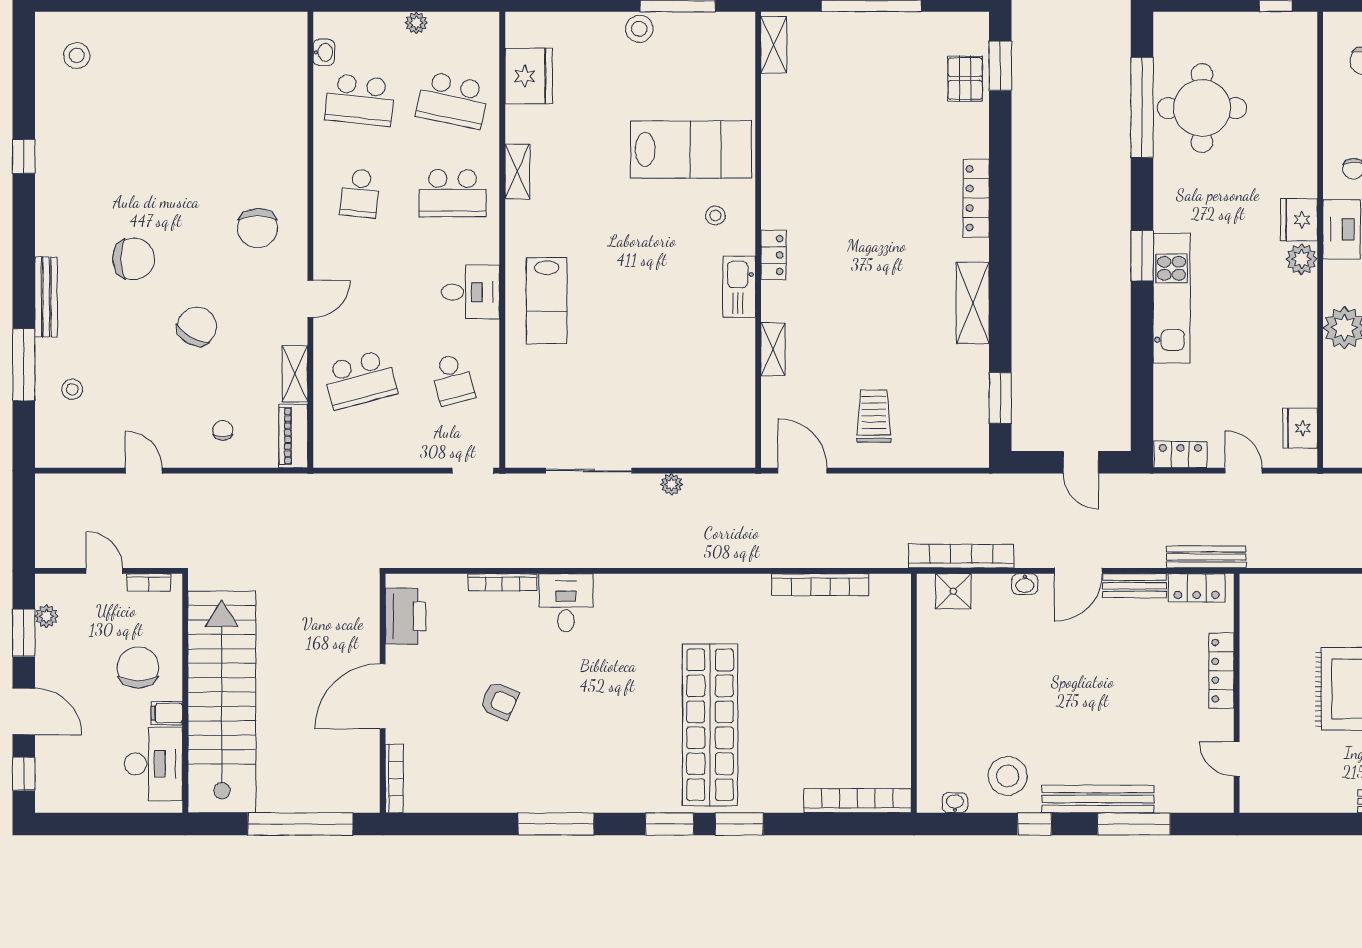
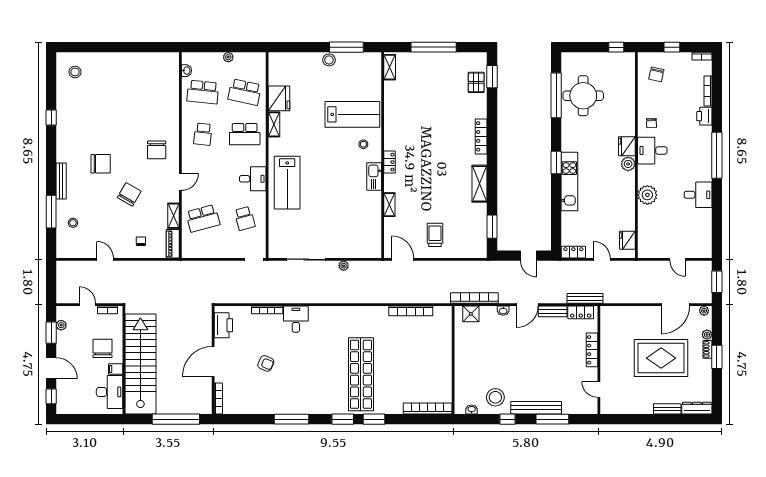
fridge: (529, 76) -> (279, 98), moved
lab bench: (547, 301) -> (287, 183), width x1.36, depth x1.39

